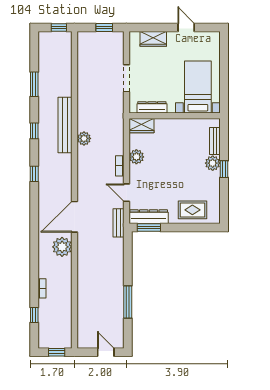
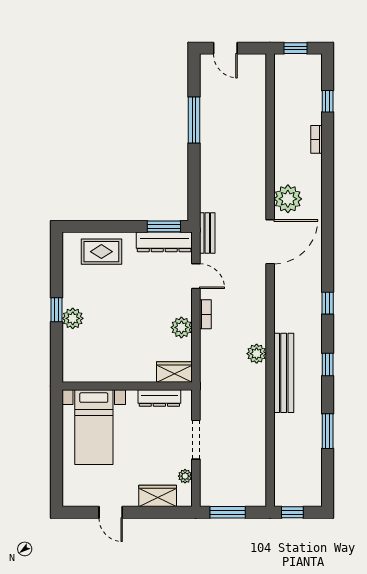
window: (104, 27) -> (228, 512), width x1.50
plant: (134, 53) -> (185, 476), added
bench: (215, 141) -> (70, 350), removed

